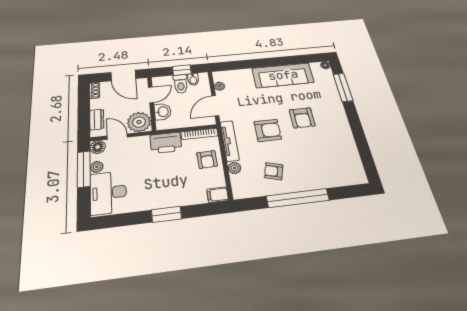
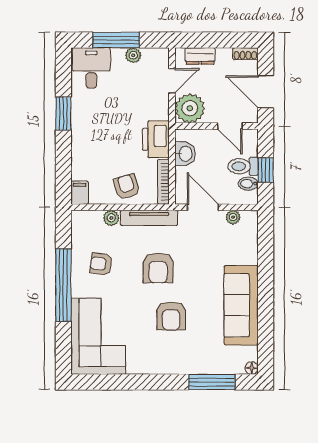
door: (123, 75) -> (266, 92), hinge flipped
washbasin: (163, 112) -> (185, 154), moved, turned -90
armchair: (302, 118) -> (171, 316), turned -90
floor lamp: (98, 147) -> (160, 57), removed
armchair: (207, 159) -> (127, 187), turned 75
corner sofa: (332, 167) -> (98, 336), added
window: (84, 169) -> (116, 40), moved
armchair: (274, 171) -> (101, 264), turned -98
desk: (108, 193) -> (91, 68), width x0.73
window: (166, 214) -> (63, 114), moved

